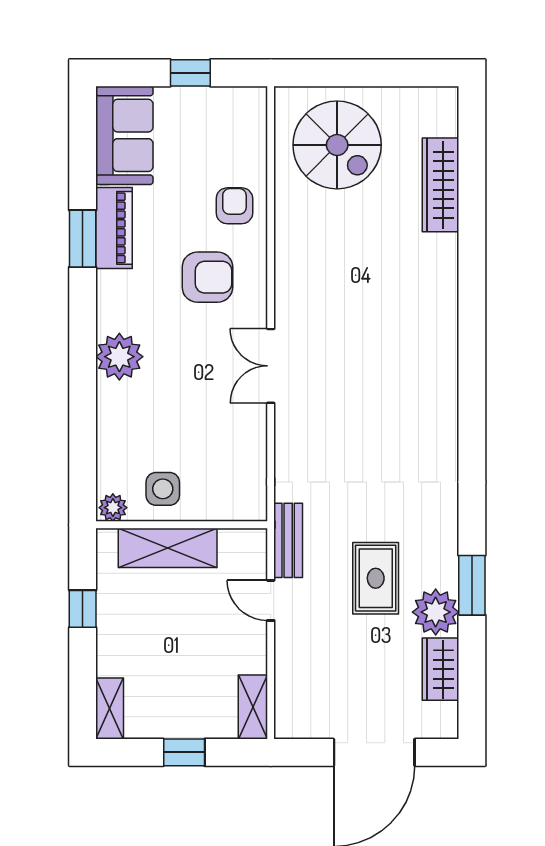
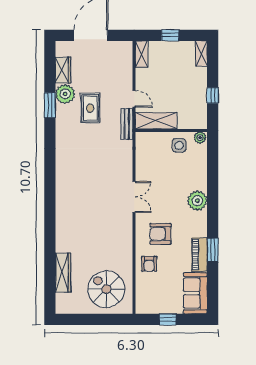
shelving: (168, 548) -> (156, 121), moved

